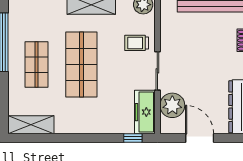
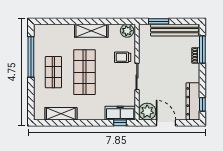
plant: (172, 105) -> (147, 112), moved
freezer: (145, 112) -> (120, 113), moved, turned 90
shelving: (31, 125) -> (61, 114), moved

